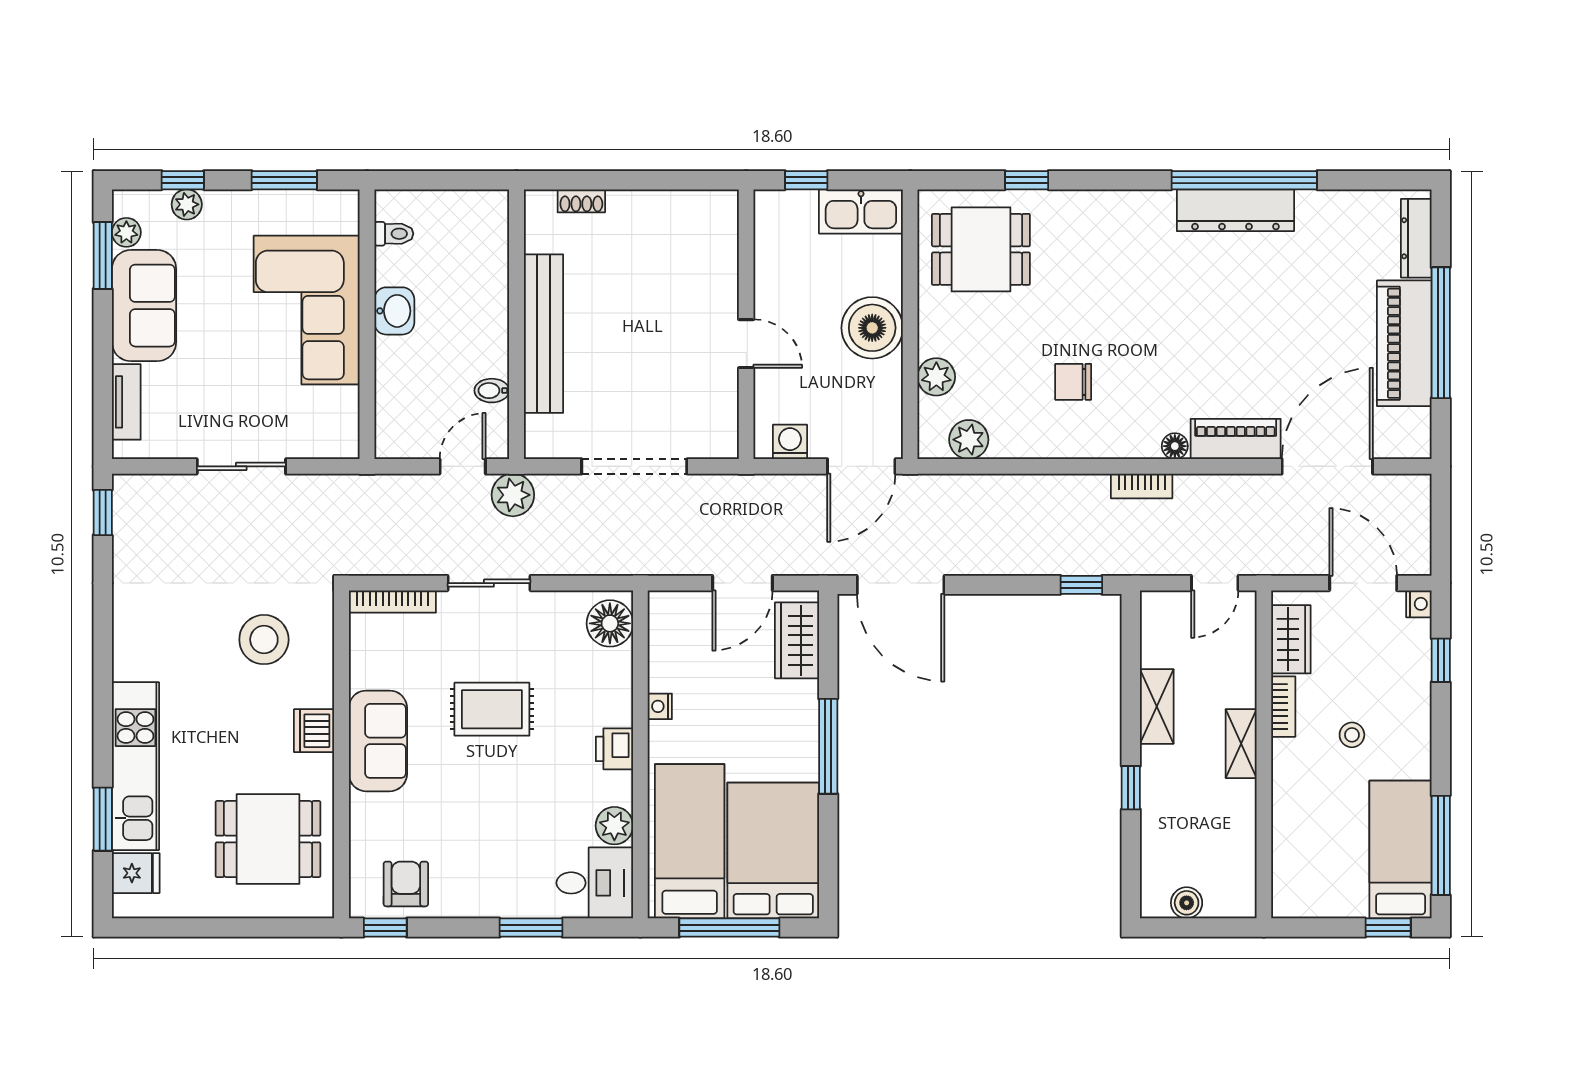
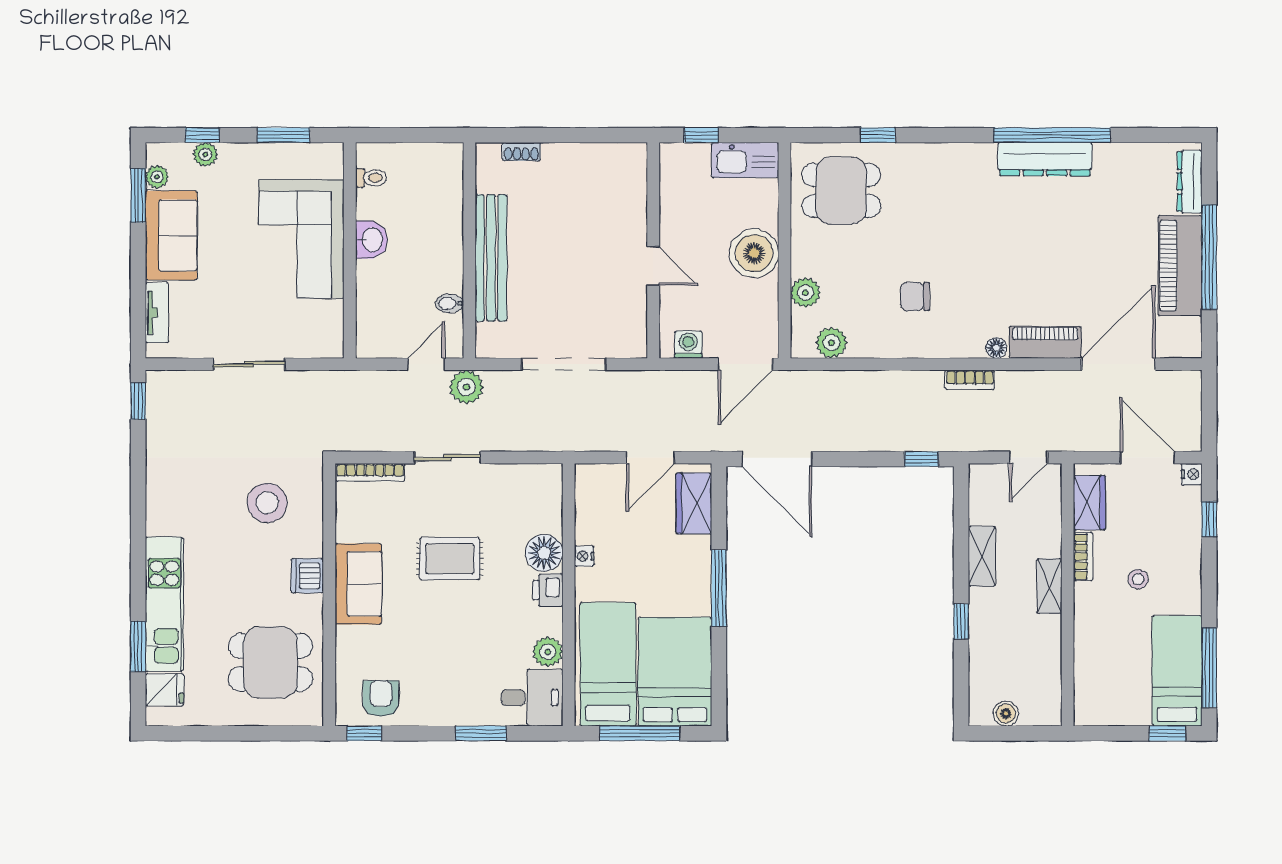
floor lamp: (610, 623) -> (544, 553), moved

